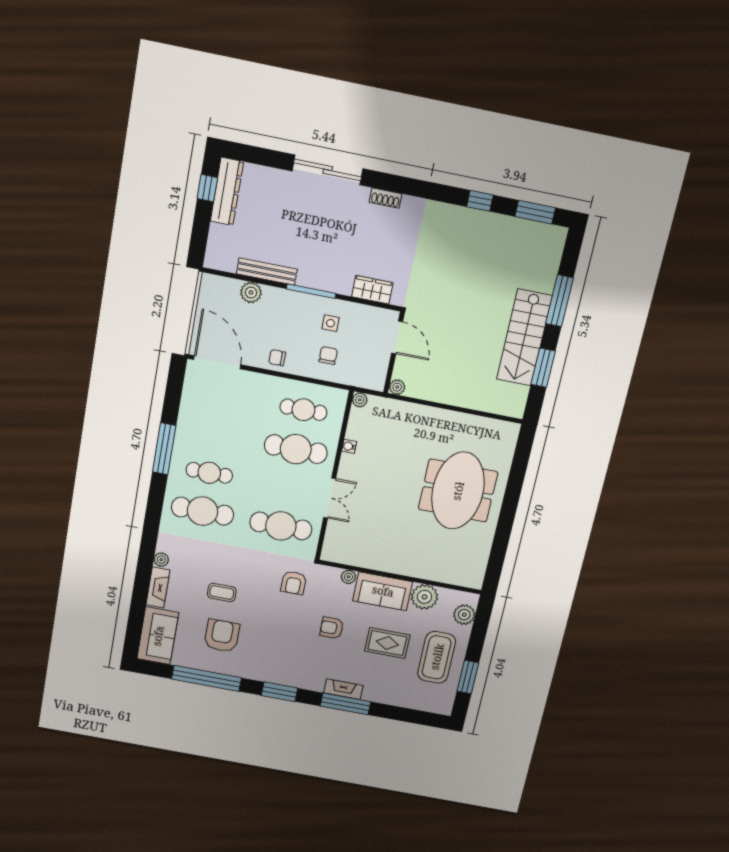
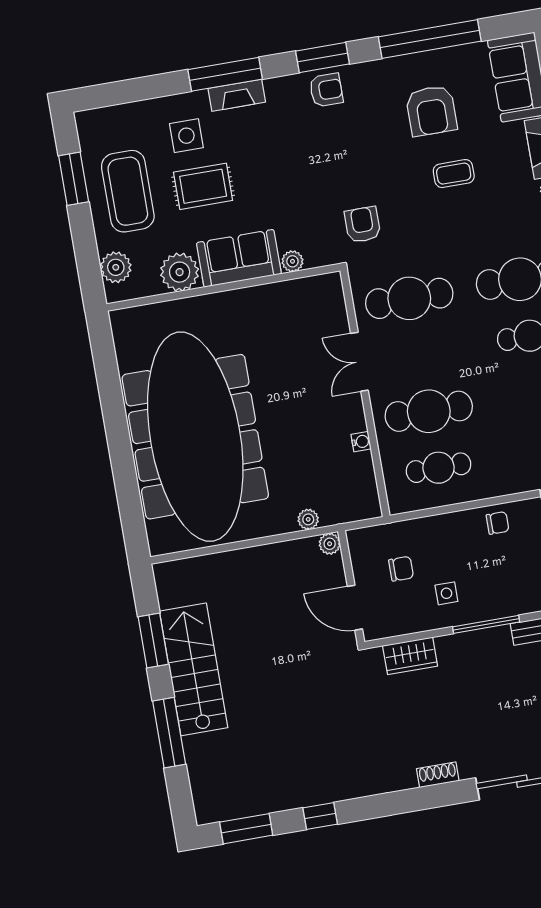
chair: (328, 355) -> (401, 569), moved, turned -90
plant: (360, 400) -> (308, 519), moved
meeting table: (458, 491) -> (195, 437), width x1.86, depth x1.27
armchair: (332, 628) -> (326, 90), moved
side table: (385, 677) -> (186, 136), added

